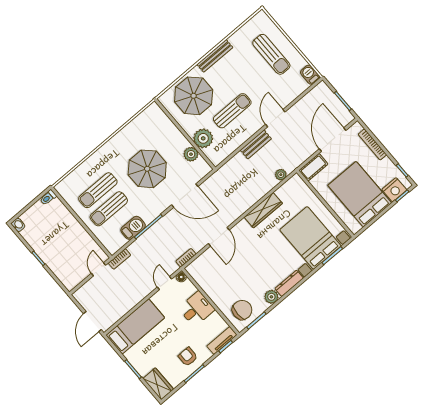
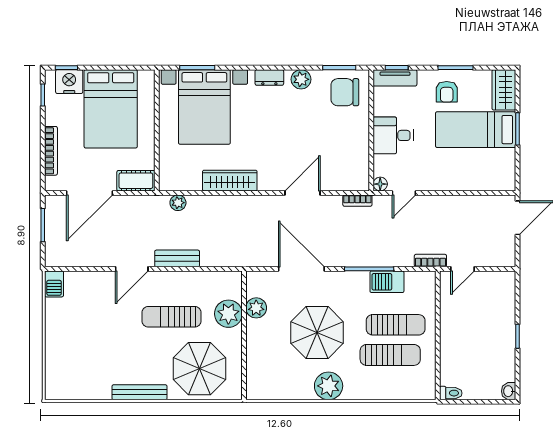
sun lounger: (271, 54) -> (77, 342), removed
plant: (117, 145) -> (329, 386), added
dresser: (289, 283) -> (269, 77), width x0.70
bed: (135, 326) -> (476, 130), moved

